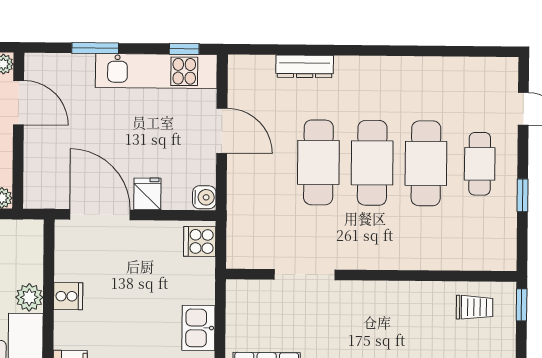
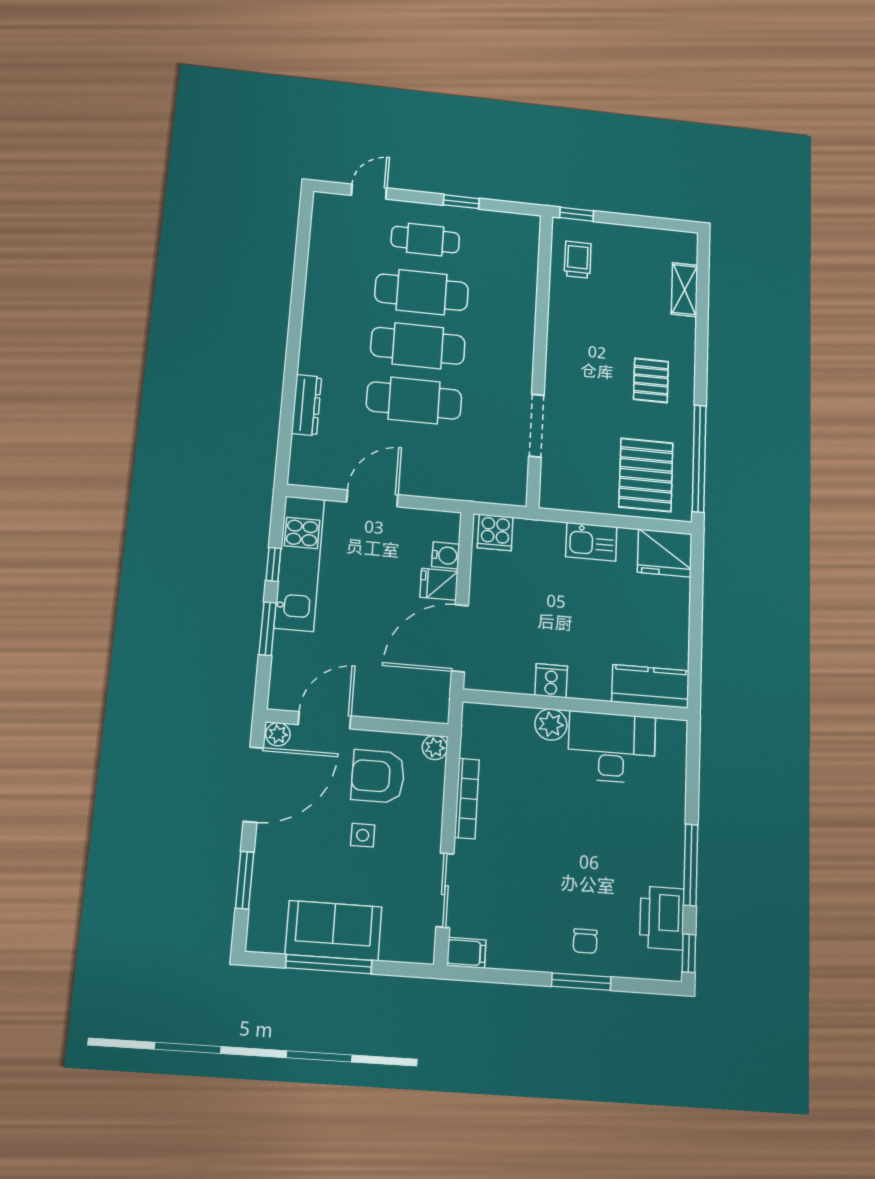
window: (184, 49) -> (273, 564), moved
water cooler: (204, 197) -> (446, 555), moved, turned 90

